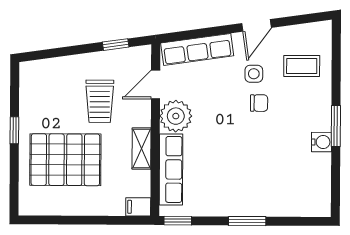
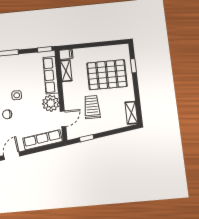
side table: (254, 74) -> (17, 95), moved
shelving: (28, 84) -> (131, 113), added
window: (14, 130) -> (133, 66), moved
shelving: (141, 149) -> (66, 71), moved

